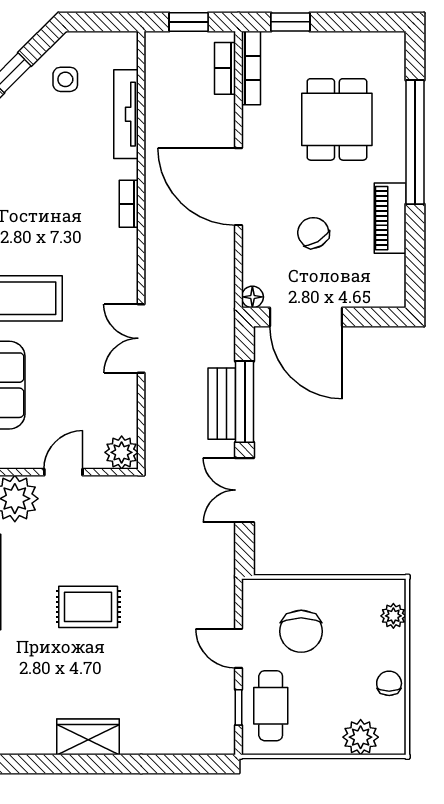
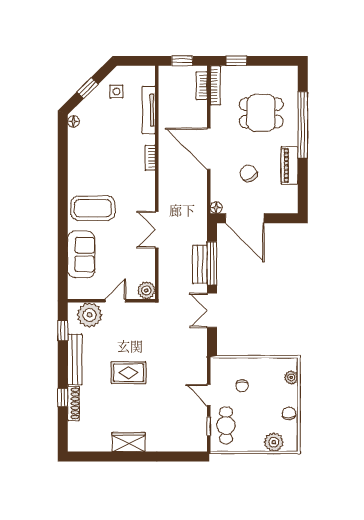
dining table: (337, 119) -> (261, 113), turned 90
chair: (301, 631) -> (242, 386), width x0.54, depth x0.54

